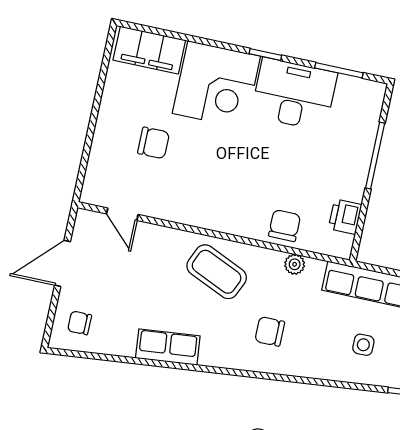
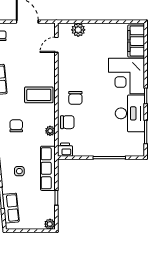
chair: (154, 143) -> (75, 98), moved
plant: (101, 163) -> (78, 30), added
printer: (345, 217) -> (65, 150), moved
coffee table: (217, 272) -> (39, 95), turned 66

